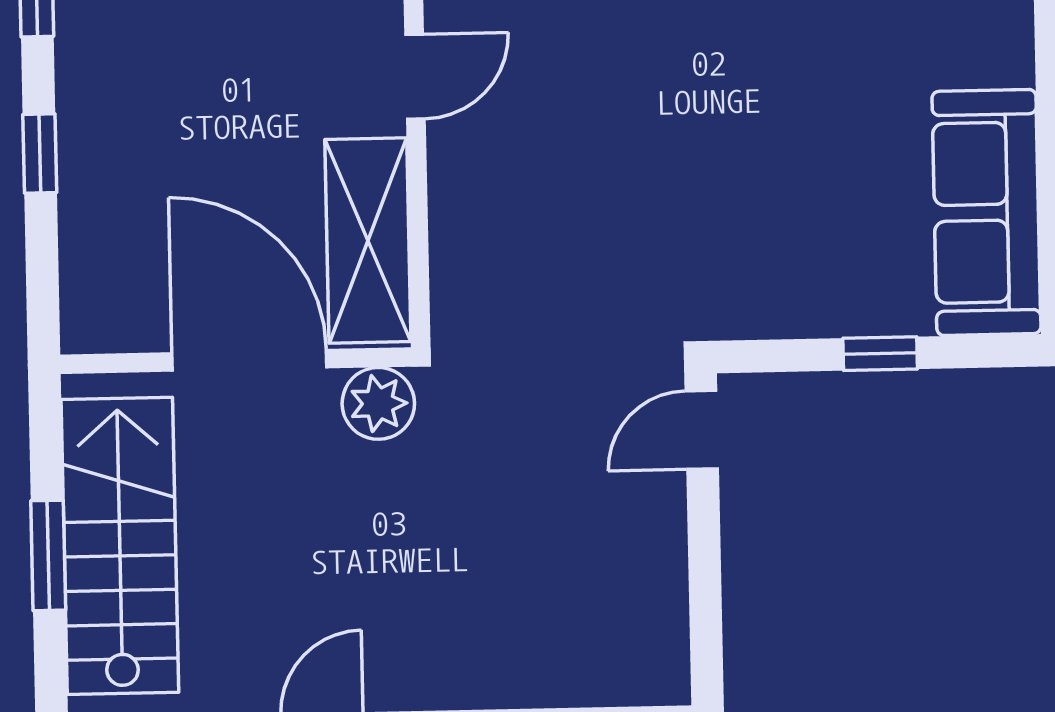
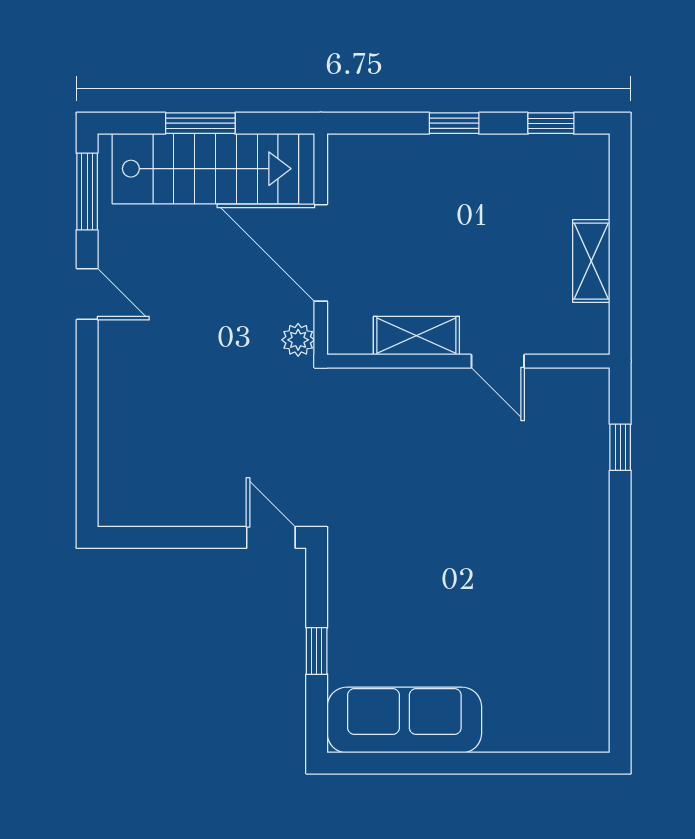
shelving: (368, 240) -> (416, 336), width x0.67, depth x0.75
door: (249, 360) -> (321, 253), swing flipped
plant: (378, 403) -> (298, 340), width x0.73, depth x0.73

